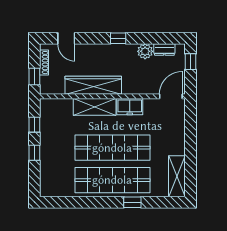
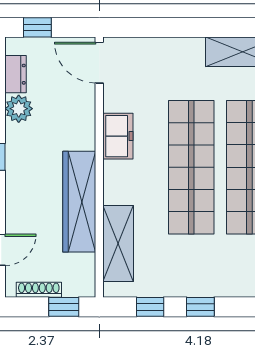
shelving: (95, 107) -> (118, 244), moved

